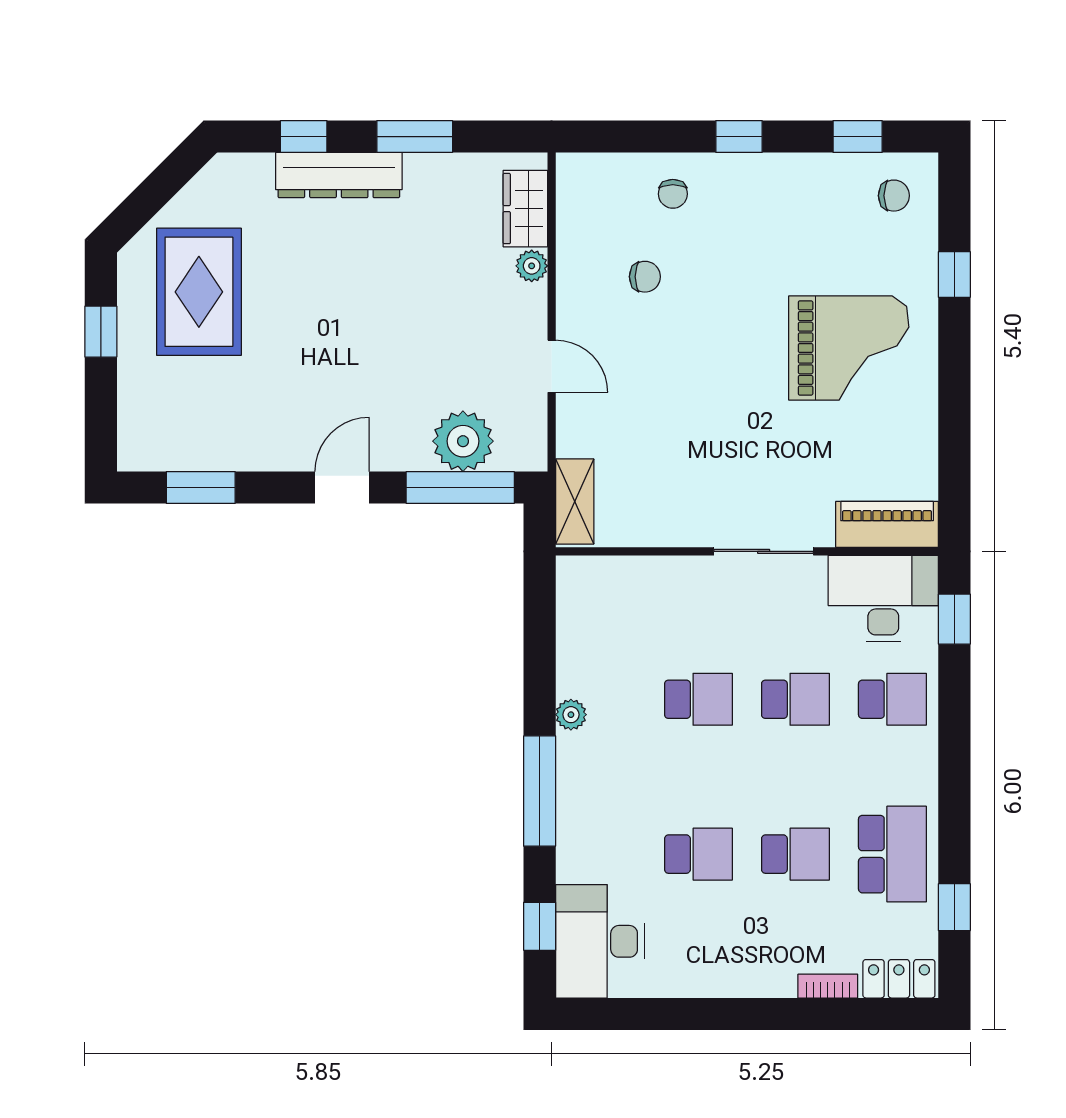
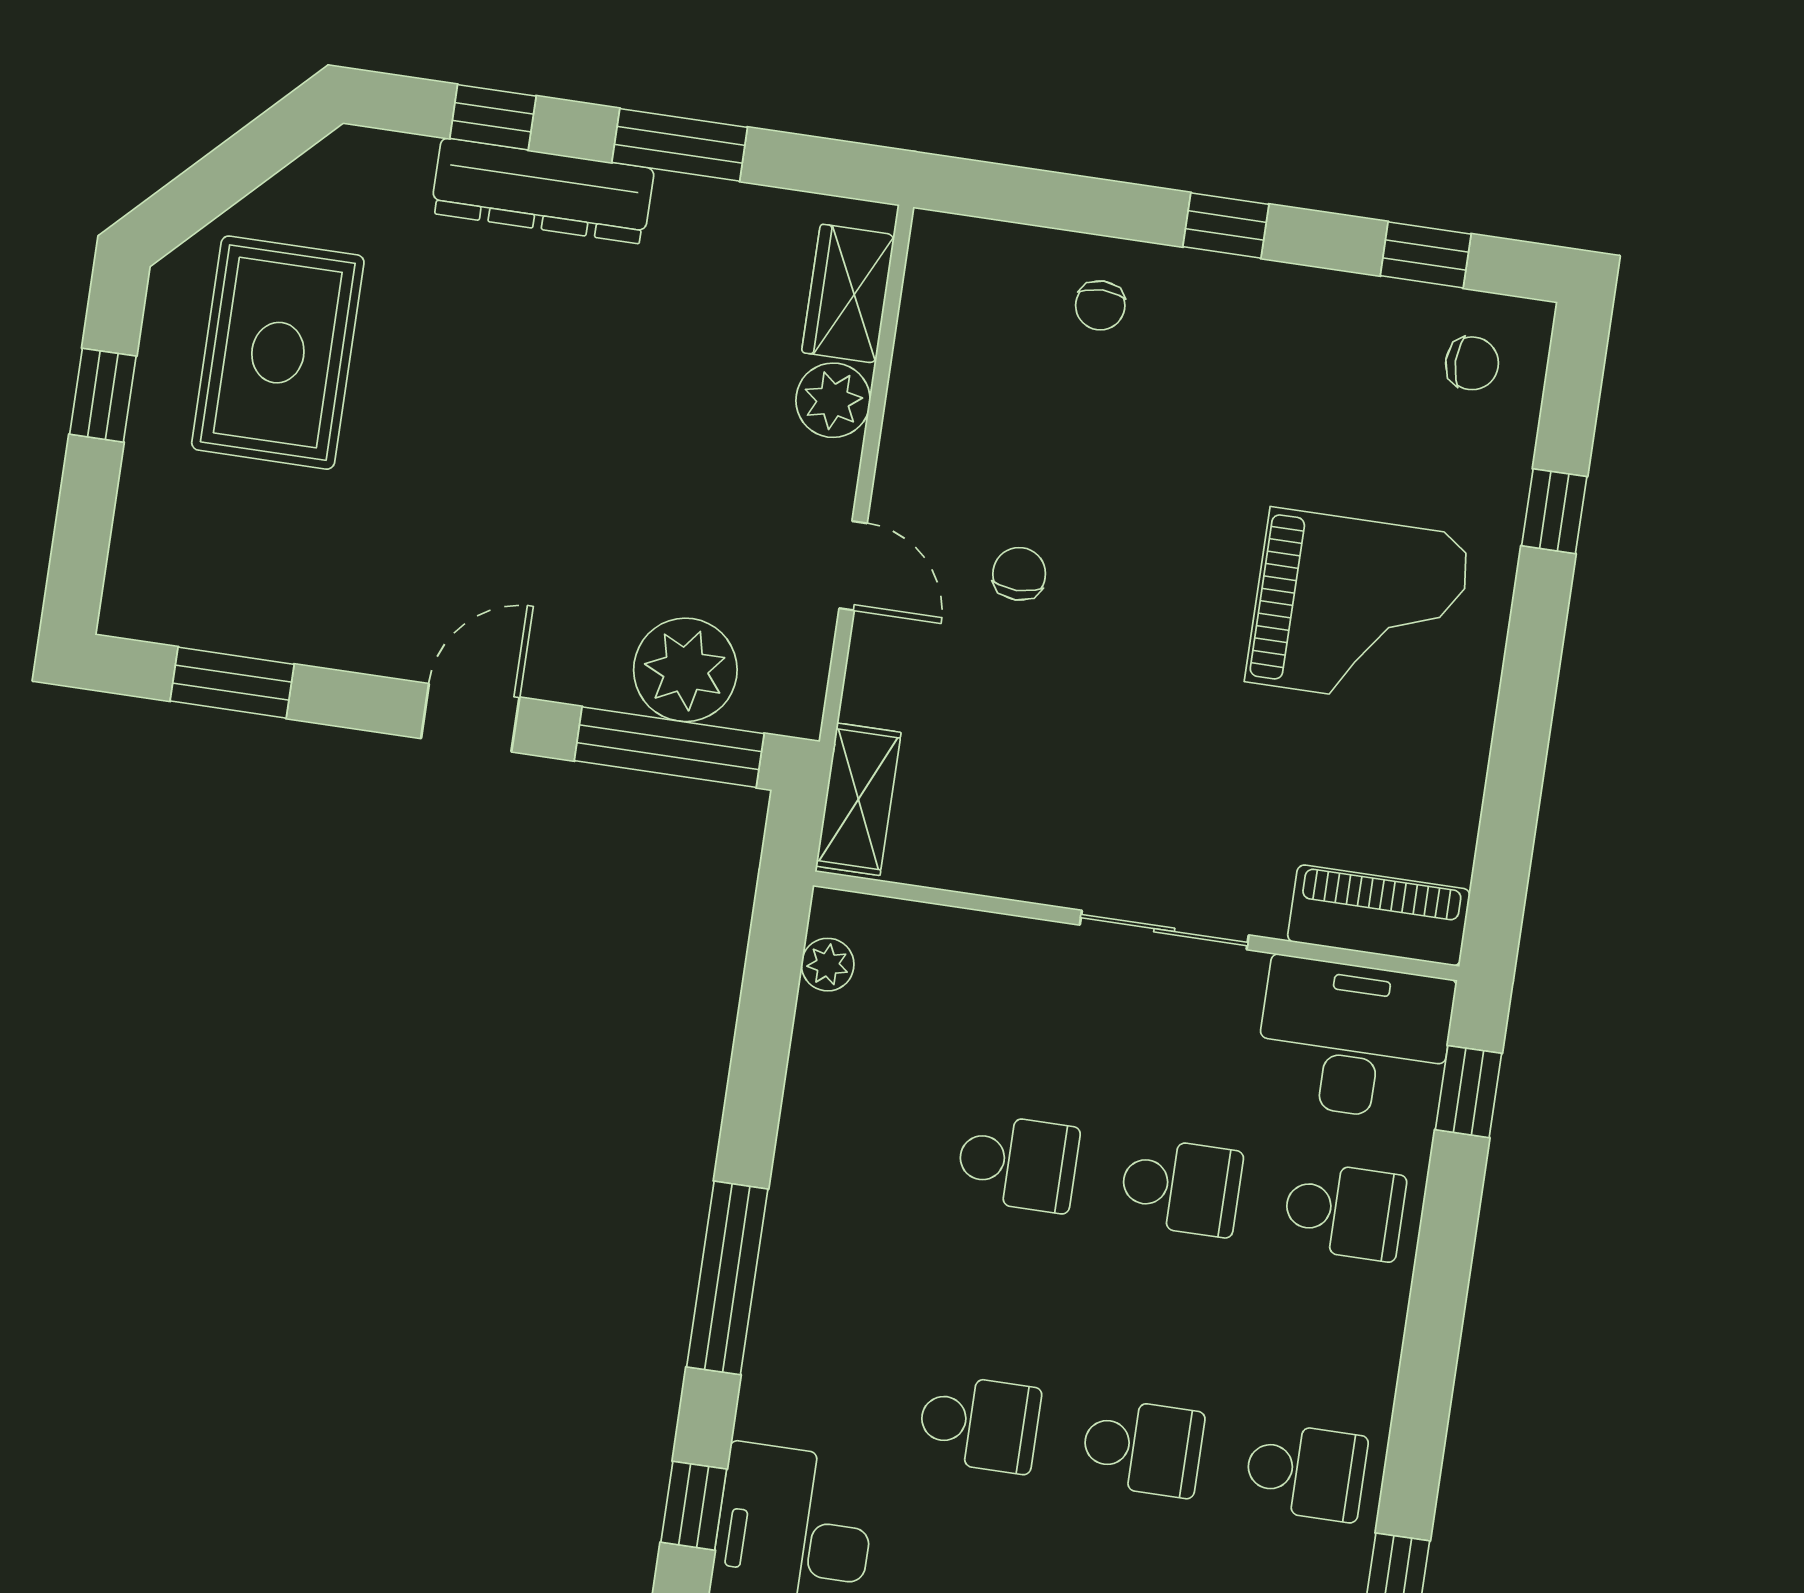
plant: (532, 266) -> (833, 400), width x1.38, depth x1.38
chair: (645, 277) -> (1019, 574), moved, turned -90
plant: (571, 715) -> (828, 965), moved
school desk: (892, 854) -> (1306, 1472), width x0.54

